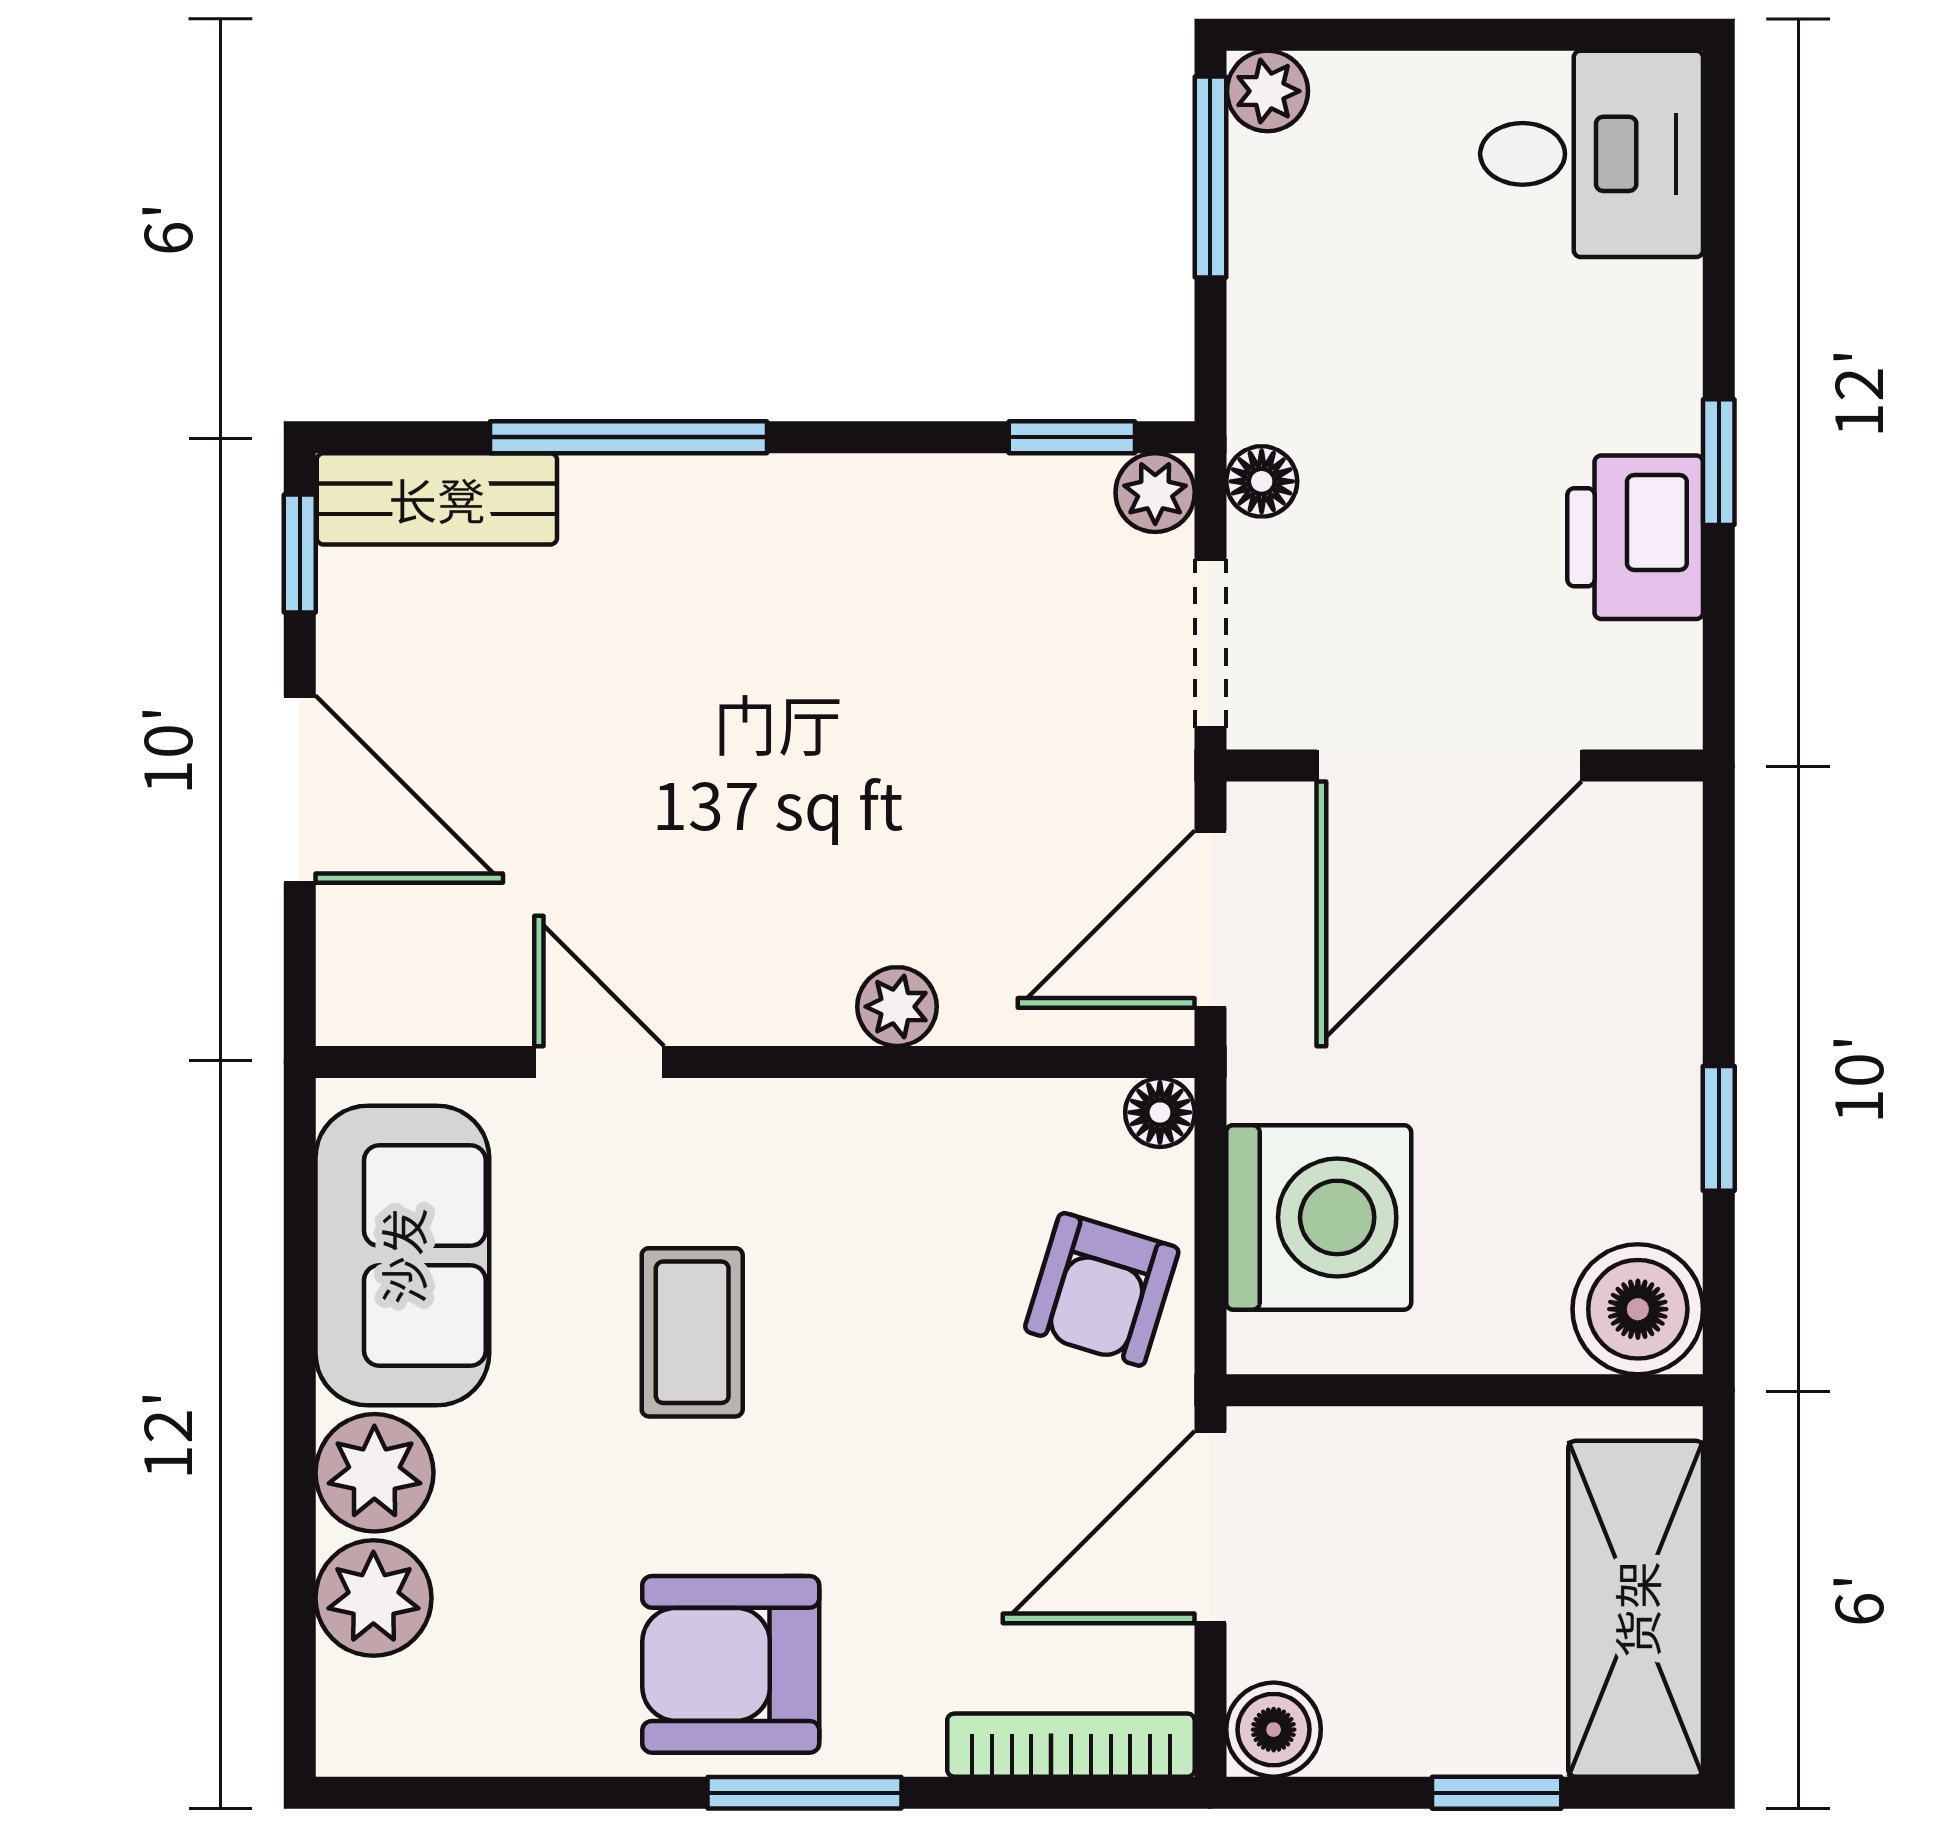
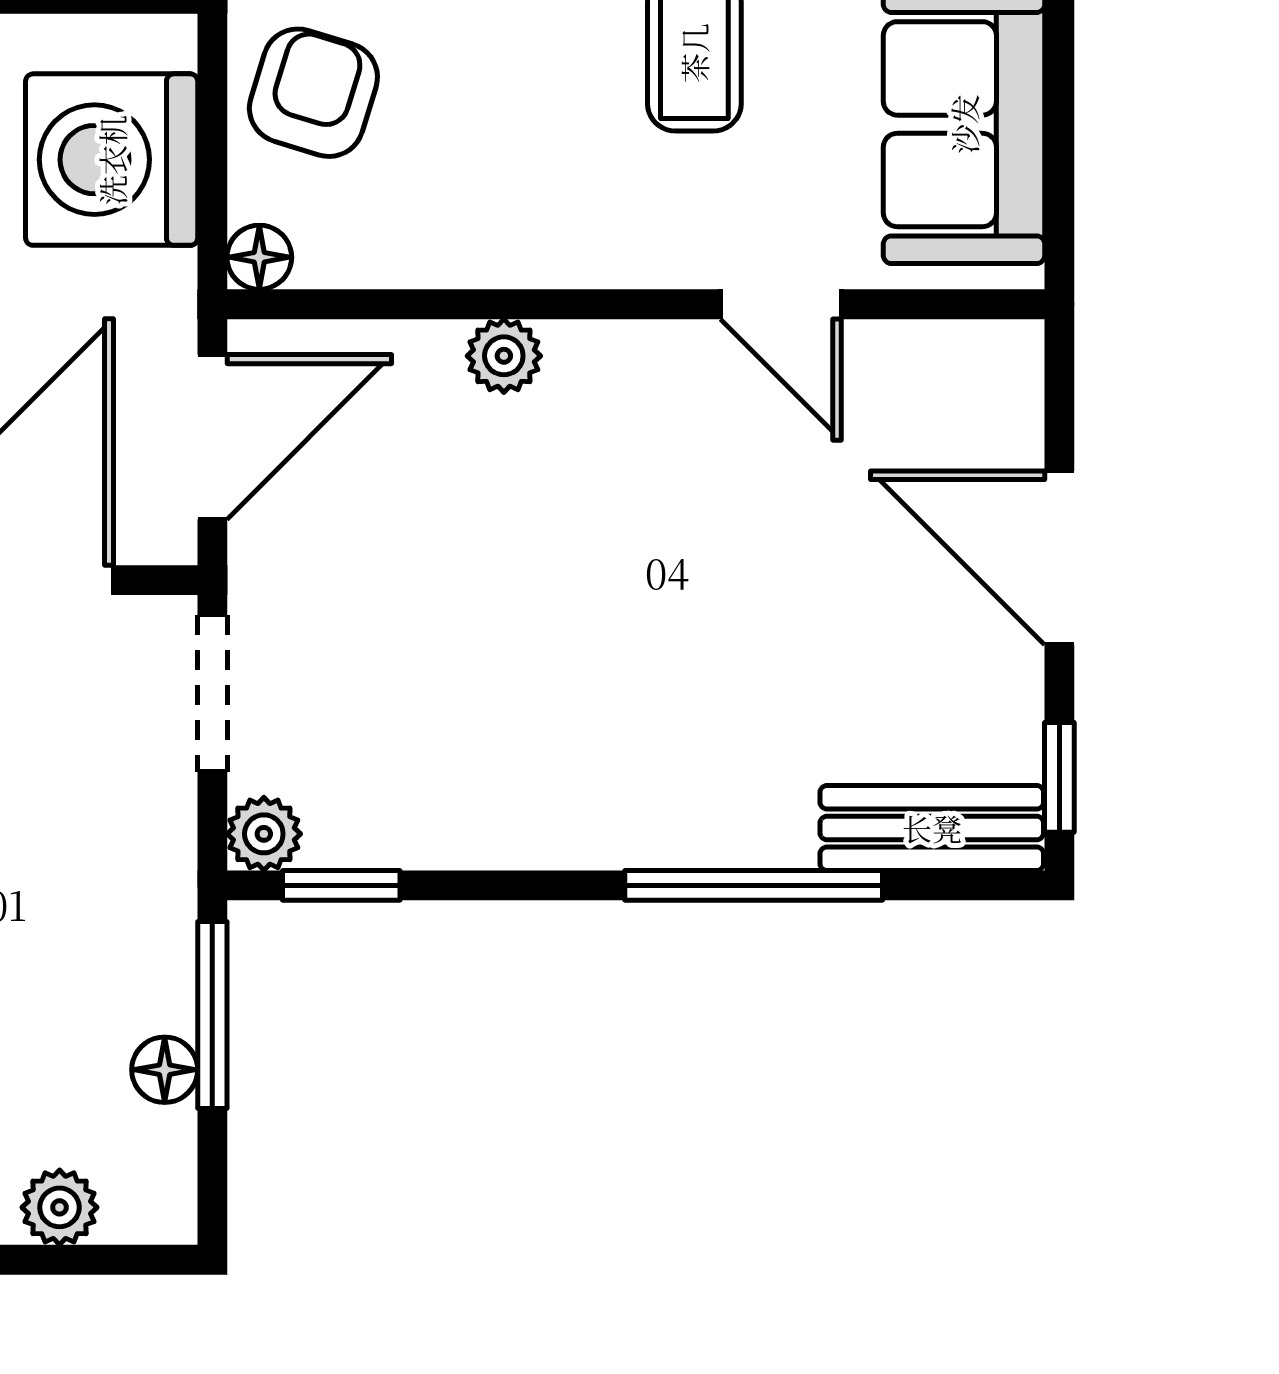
plant: (1267, 91) -> (60, 1207), moved
window: (1210, 177) -> (212, 1015), moved
floor lamp: (1262, 481) -> (165, 1070), moved

